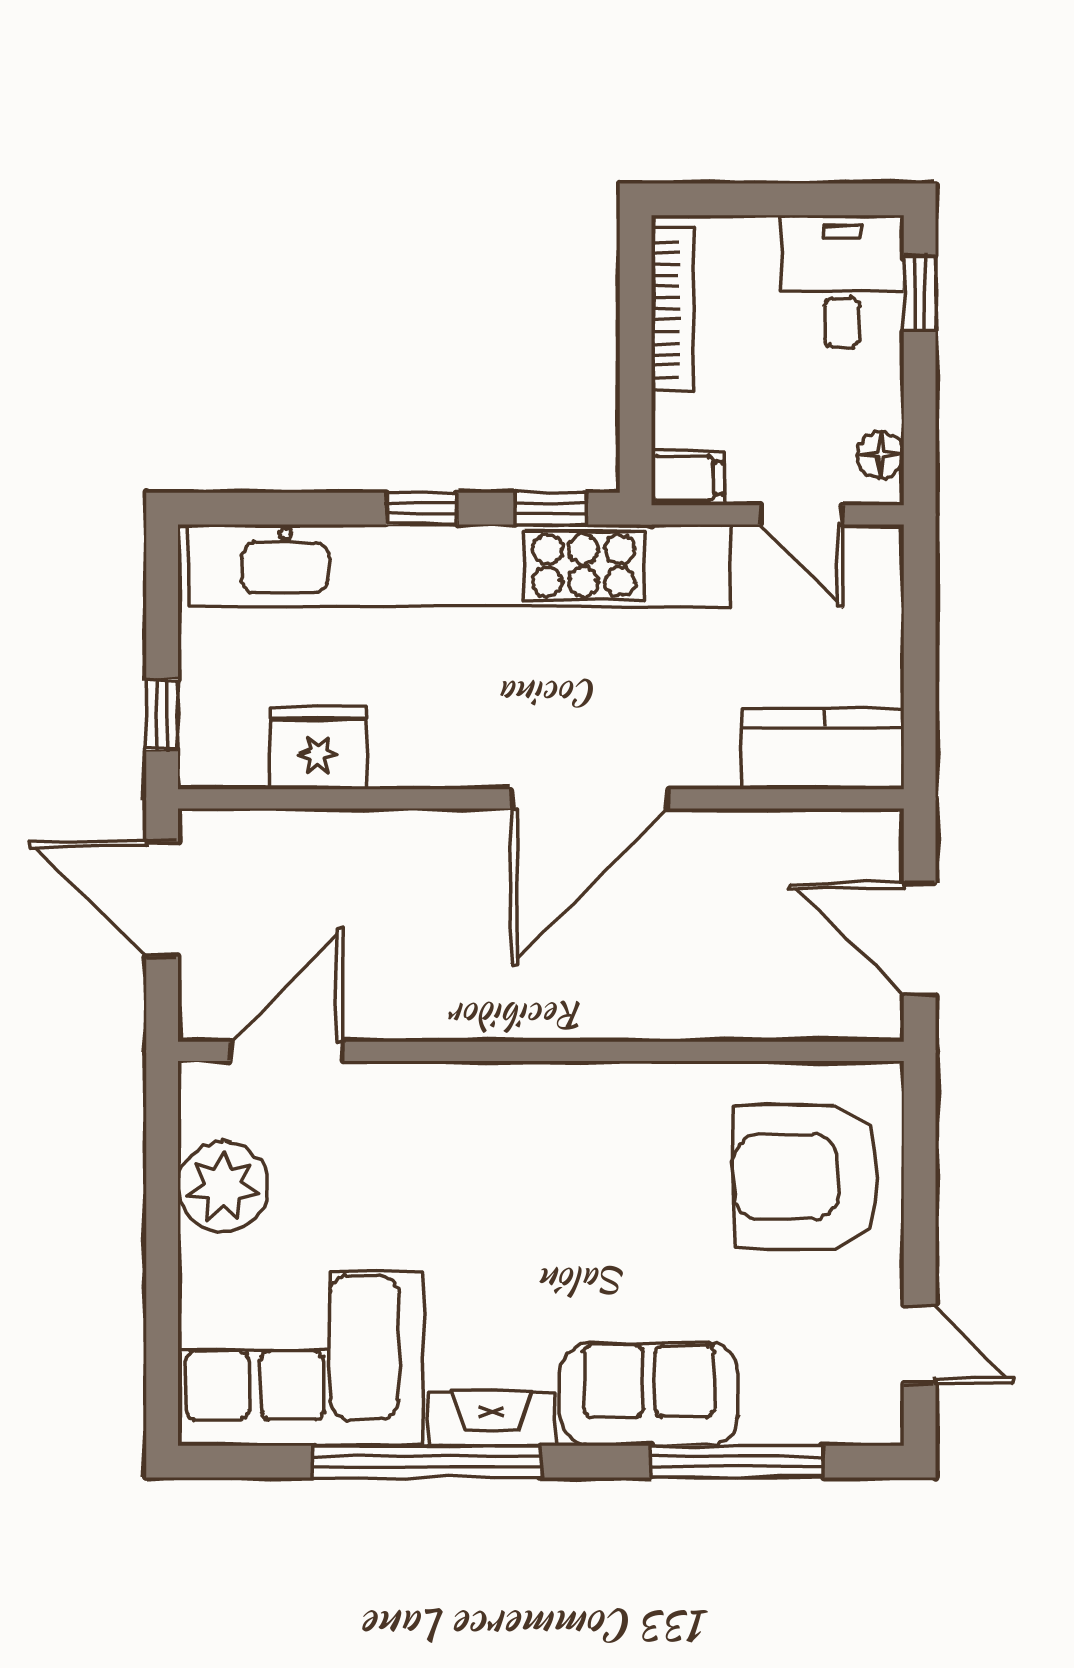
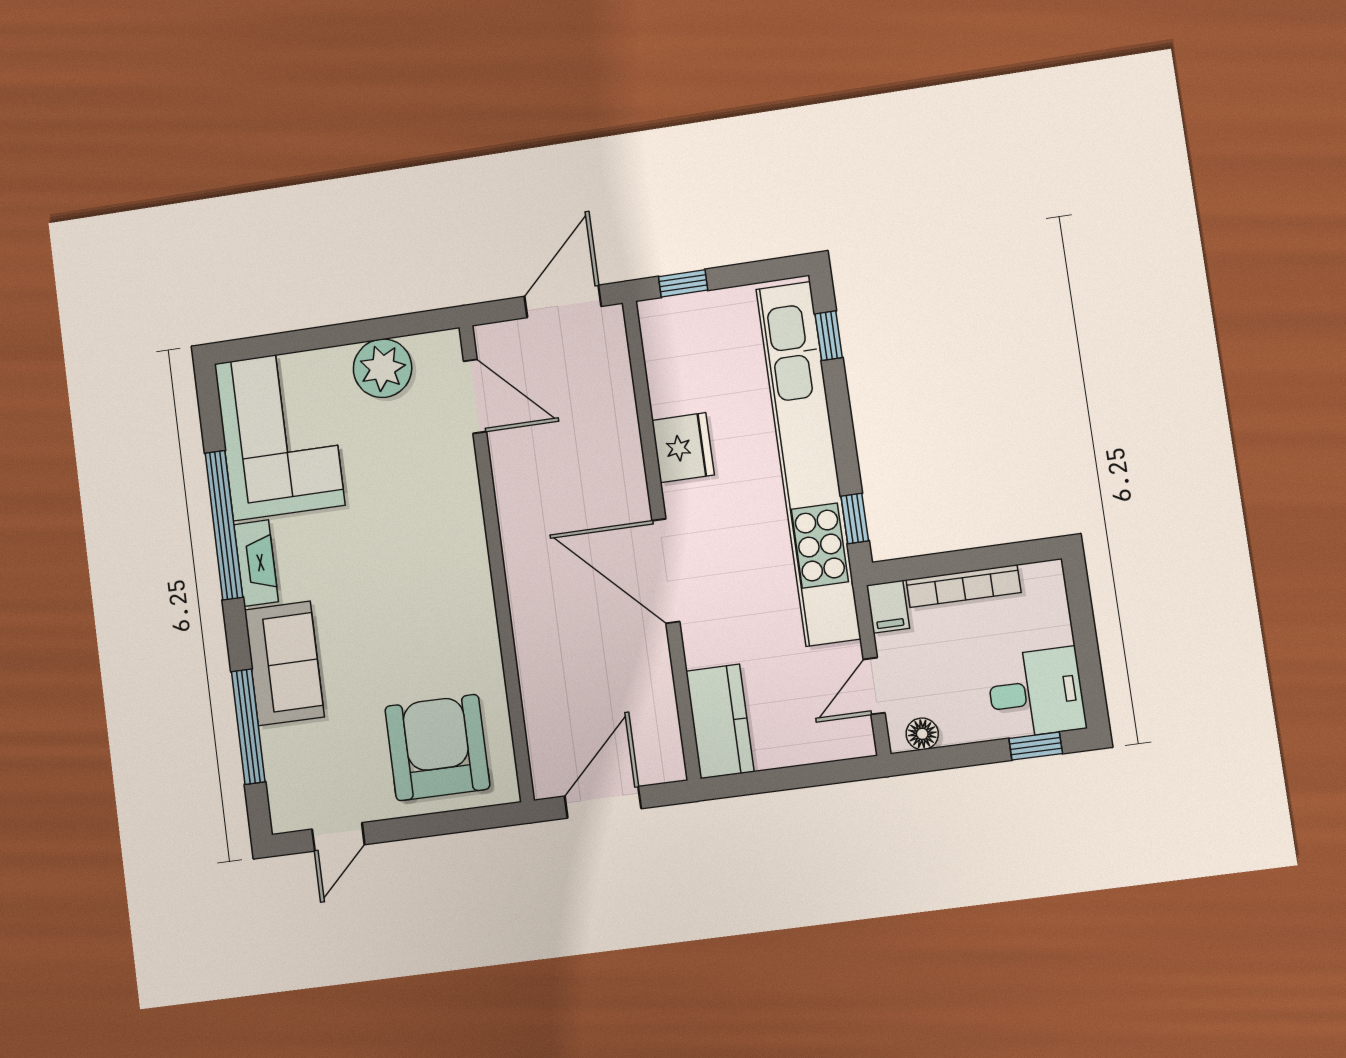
bookcase: (672, 309) -> (963, 586), moved
window: (422, 509) -> (829, 336), moved
fridge: (318, 748) -> (683, 448), moved

